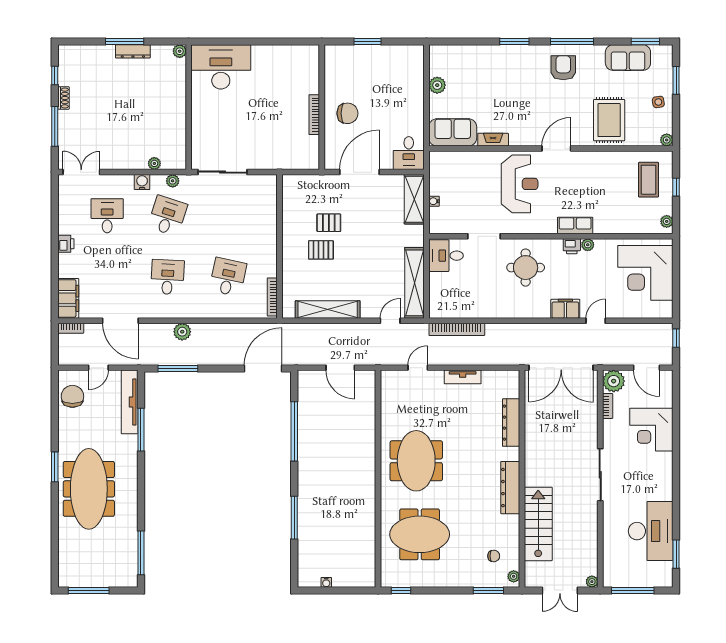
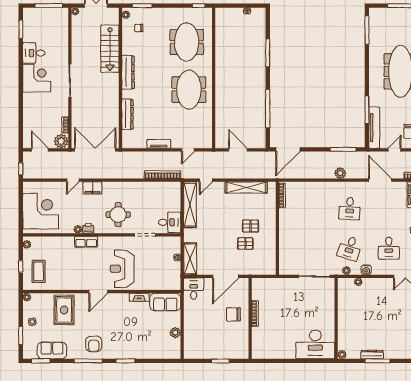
desk: (228, 277) -> (311, 208), removed
corner desk: (651, 430) -> (37, 78), moved
desk: (651, 531) -> (34, 53), width x0.53, depth x0.77
meeting table: (420, 534) -> (187, 42), turned 90

